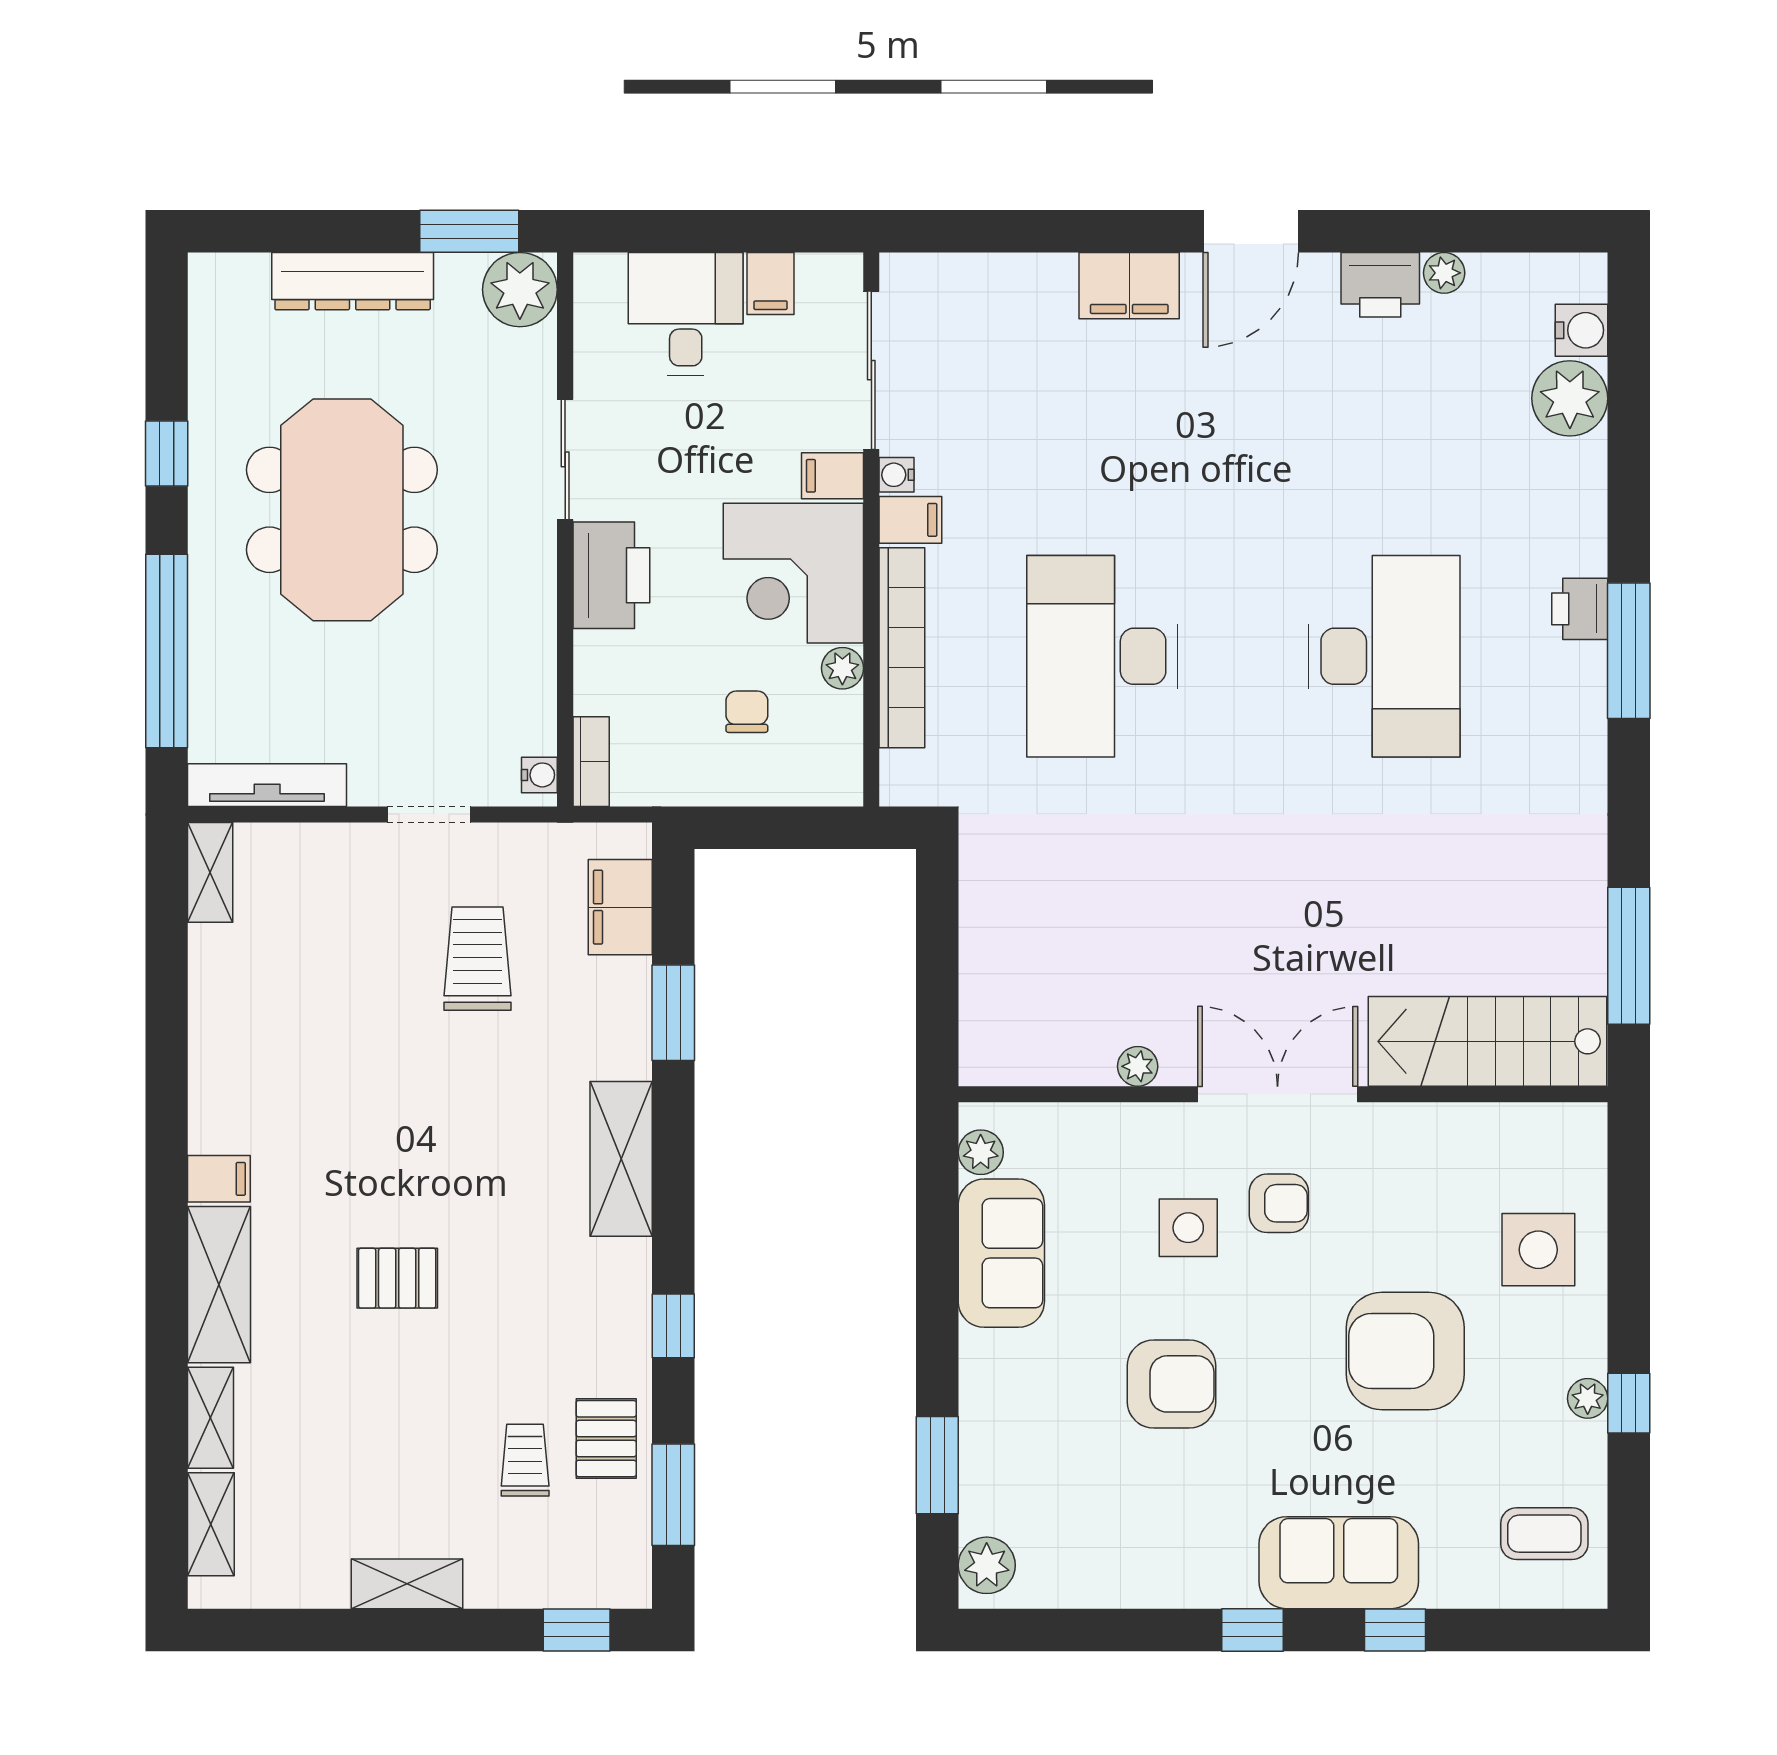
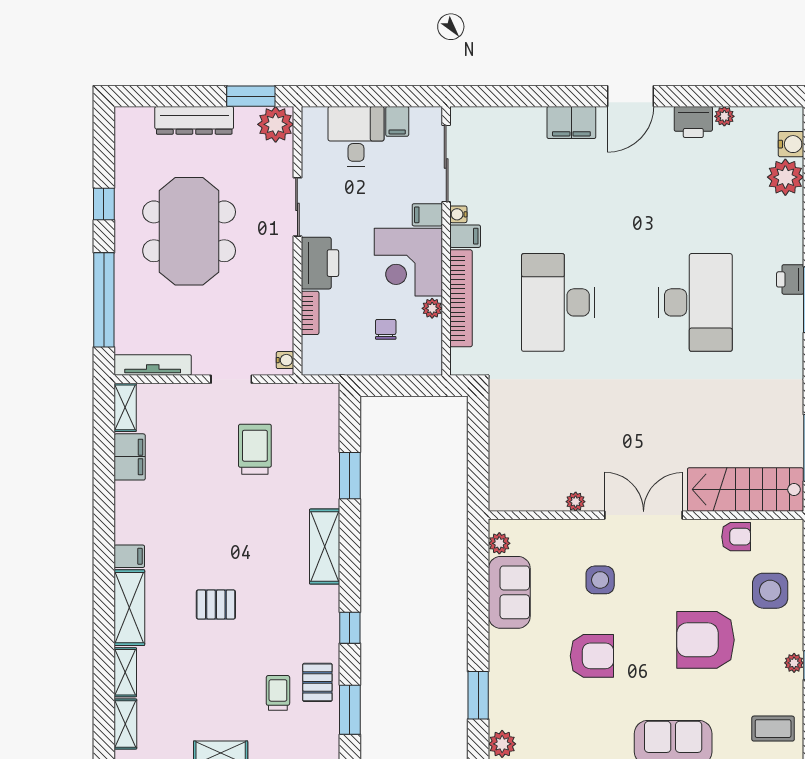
bookcase: (591, 762) -> (310, 313), moved
filing cabinet: (620, 907) -> (130, 457), moved, turned 180
armchair: (1279, 1203) -> (736, 537), moved

